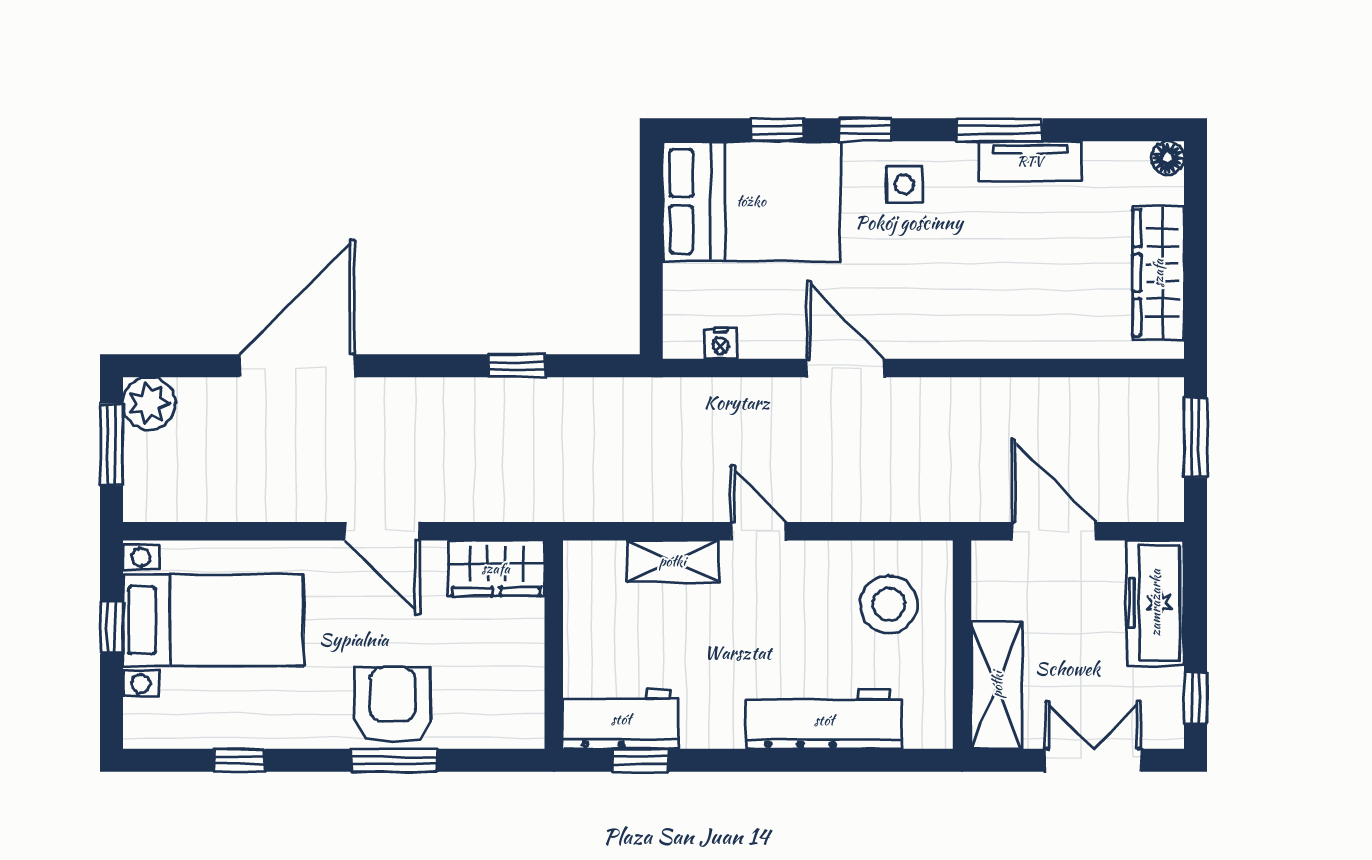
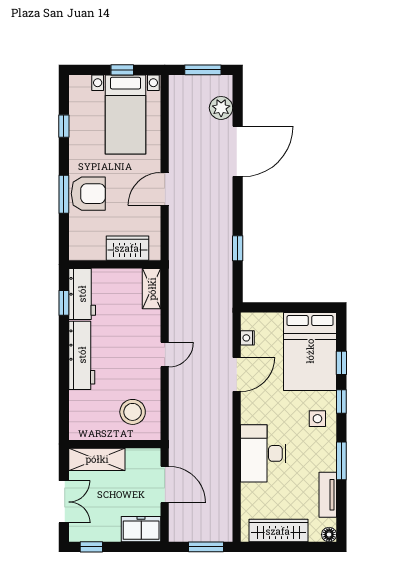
tv unit: (1030, 161) -> (328, 495), moved
desk: (983, 308) -> (263, 453), added
door: (297, 366) -> (238, 151), hinge flipped
door: (845, 368) -> (237, 374), moved
plant: (149, 403) -> (221, 108), moved
door: (1054, 531) -> (165, 484), hinge flipped
shelving: (672, 561) -> (152, 289), moved
wardrobe: (496, 568) -> (127, 248), moved, turned 90
freezer: (1155, 603) -> (141, 529), width x0.71
workbench: (824, 720) -> (82, 355), moved

